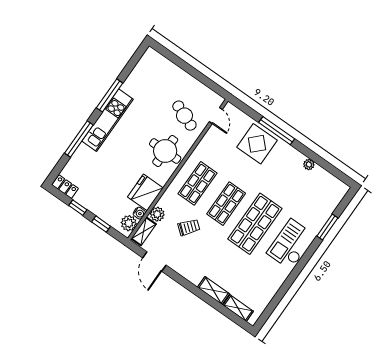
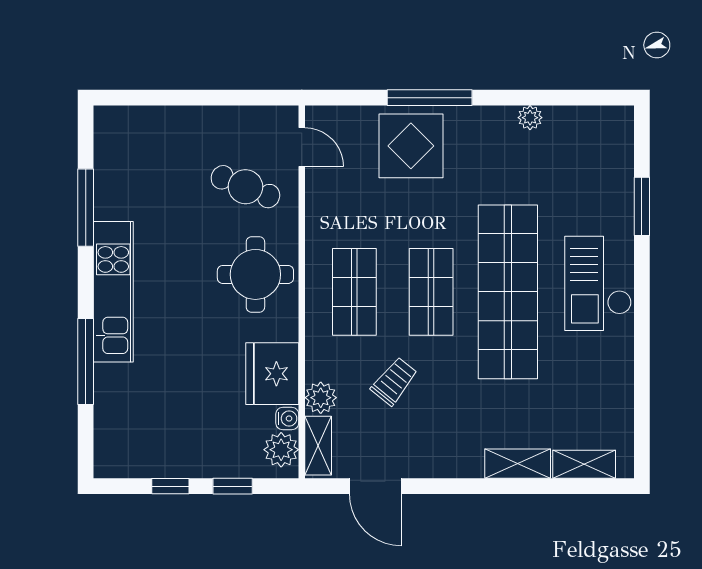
window: (110, 95) -> (86, 208), moved
locker: (65, 187) -> (121, 464), removed
shop shelf: (255, 224) -> (508, 292), width x1.40

